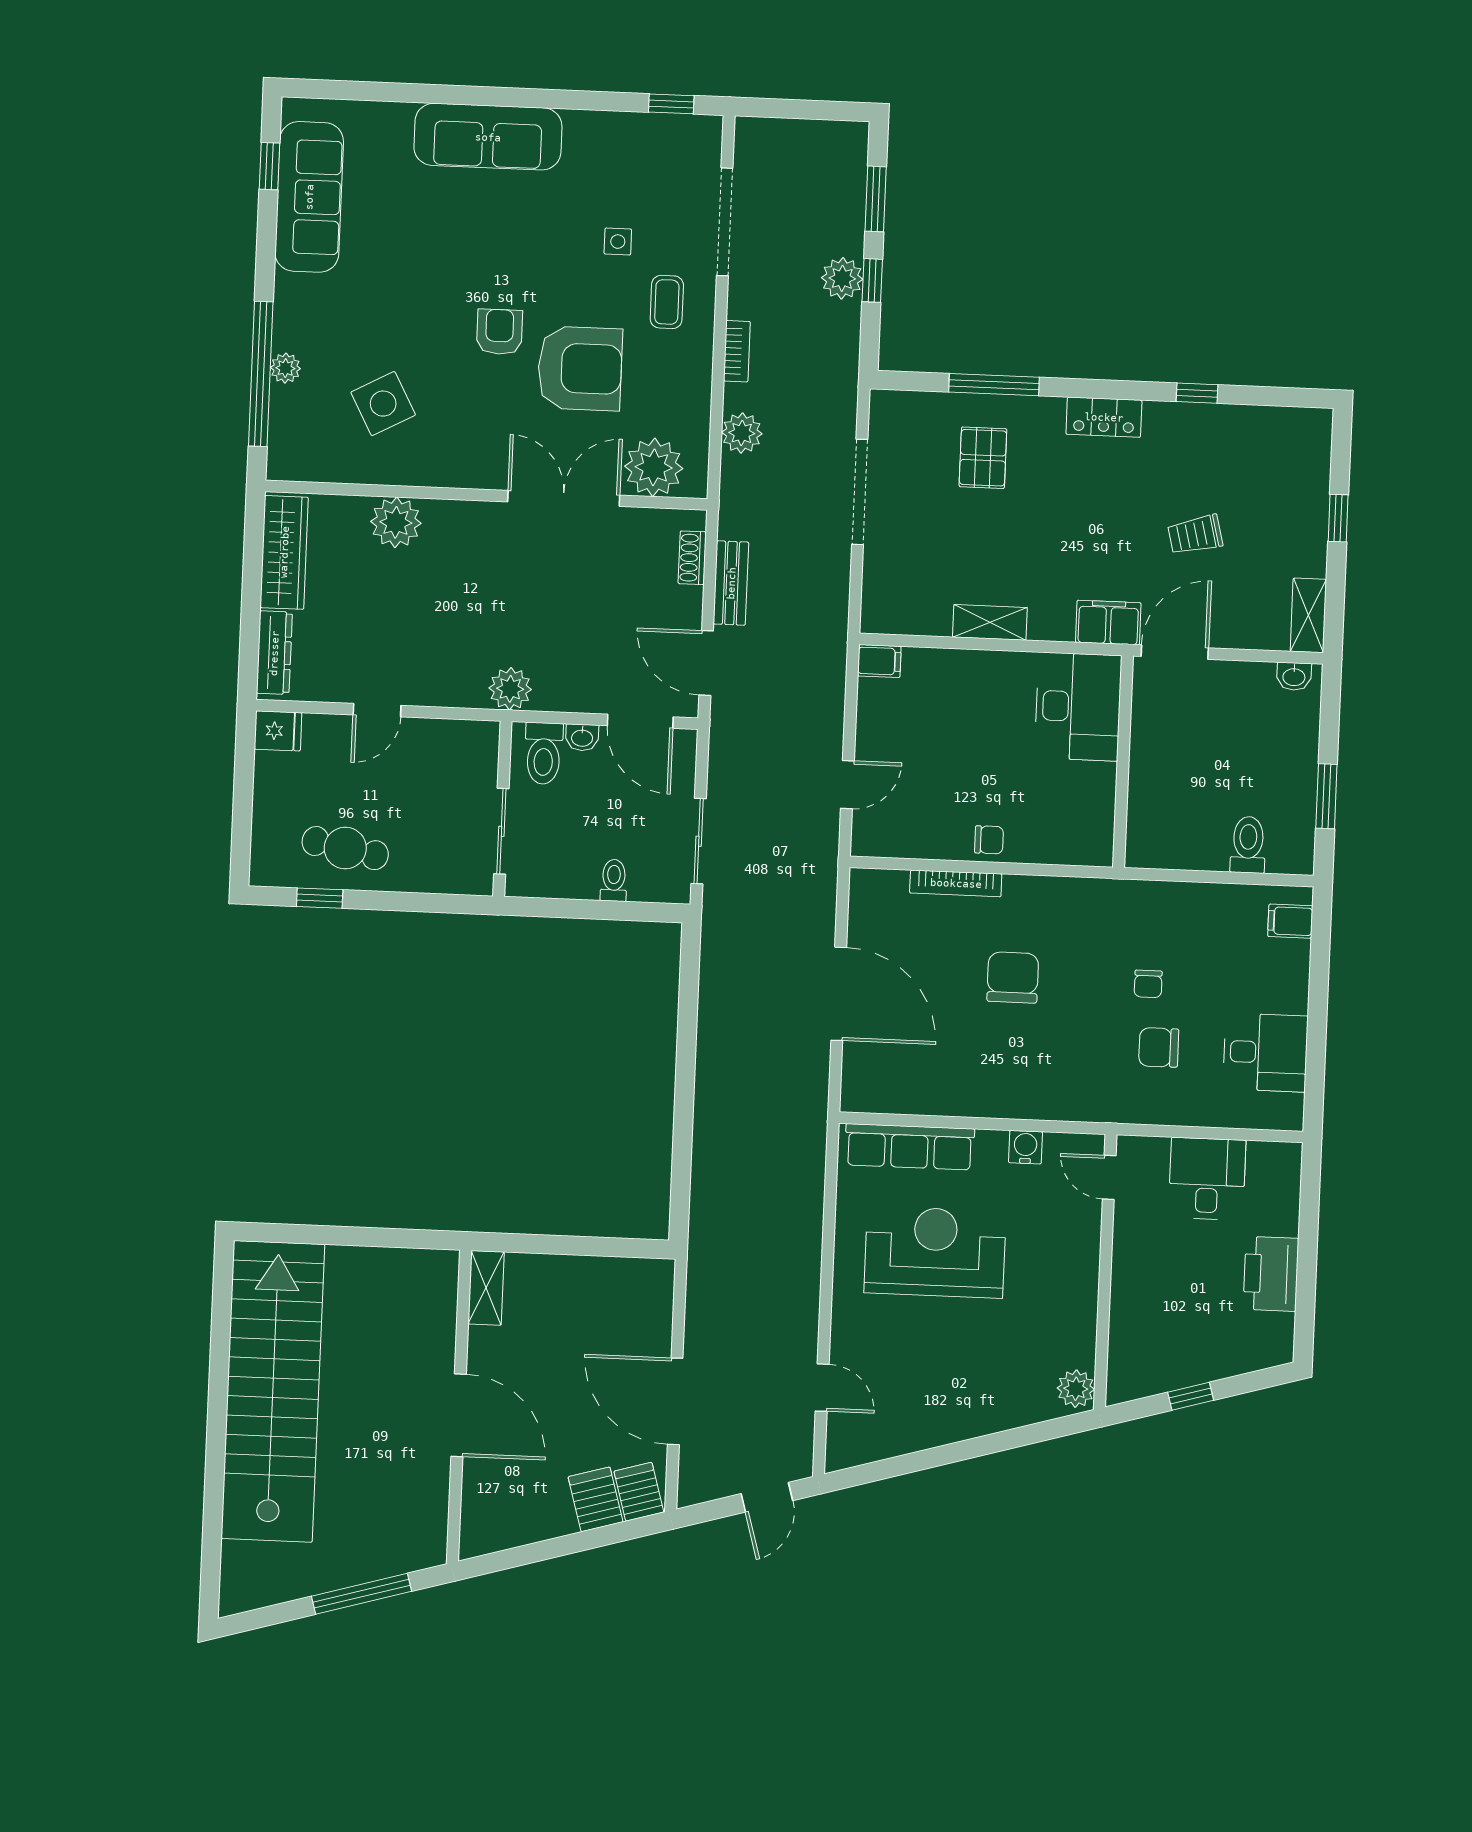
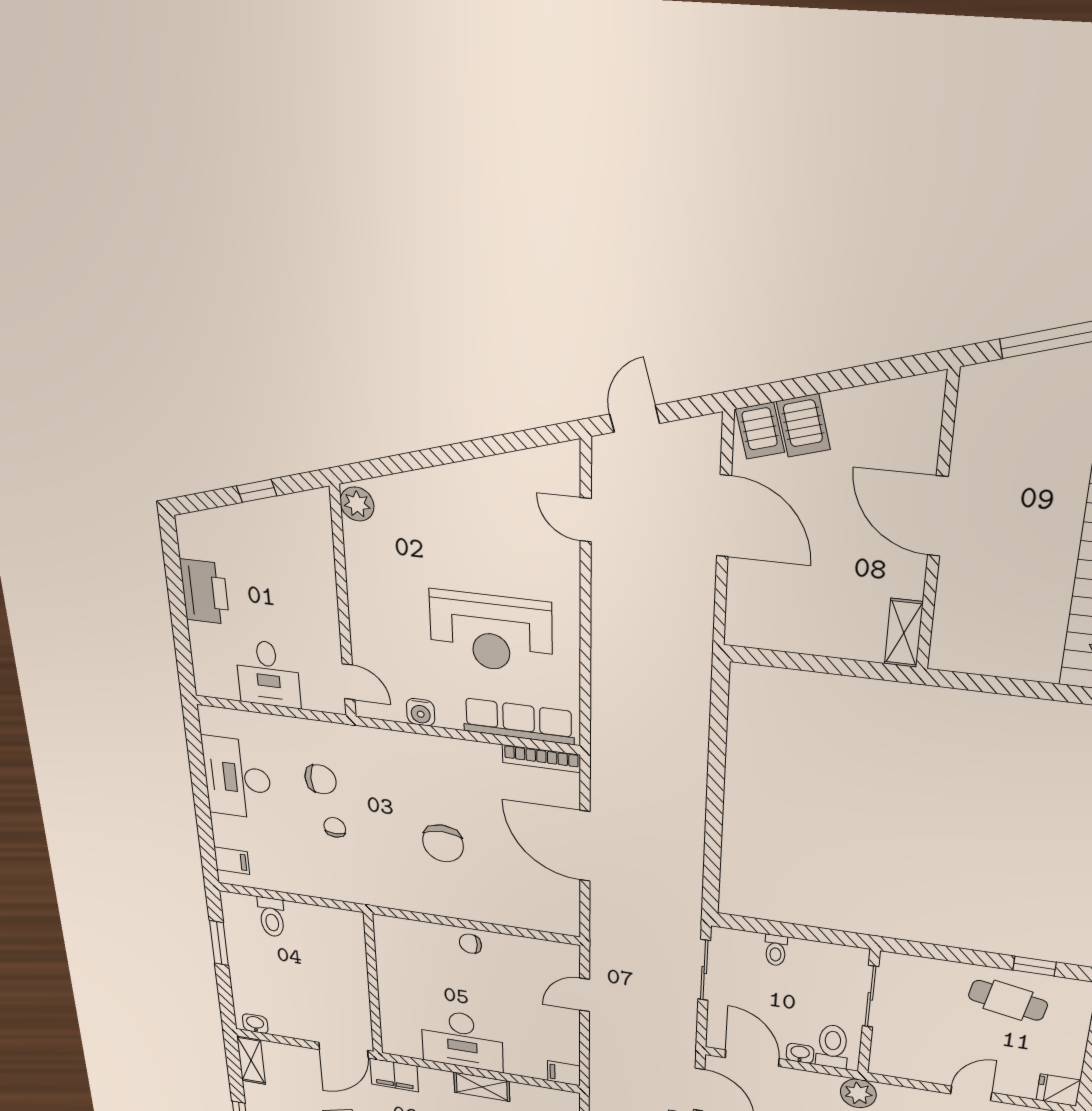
desk: (1078, 707) -> (462, 1040), moved, turned -90
bookcase: (956, 883) -> (541, 759), moved, turned 180
desk: (1265, 1052) -> (237, 778), width x1.37

